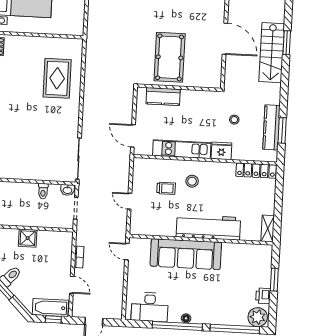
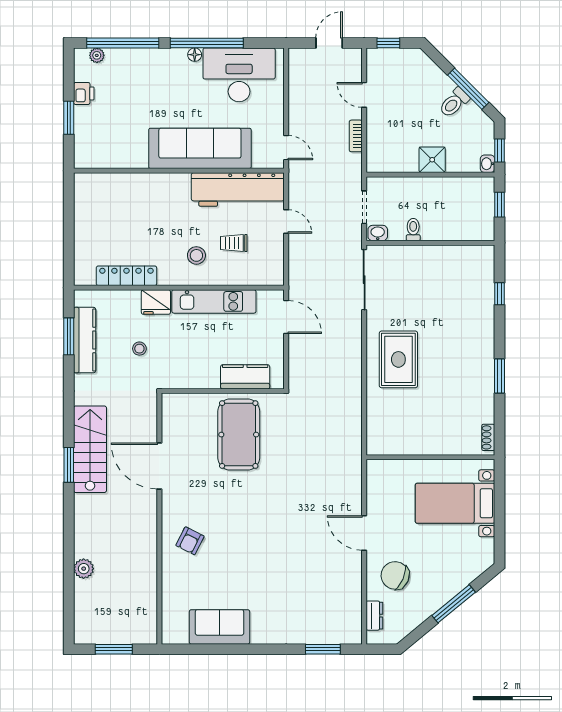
rug: (57, 78) -> (398, 359), moved
locker: (256, 171) -> (126, 276), moved
workbench: (208, 227) -> (238, 190), moved
shelving: (268, 229) -> (82, 192), removed
desk: (150, 307) -> (239, 75), width x1.36, depth x1.30
bathtub: (50, 308) -> (393, 60), removed
plant: (258, 317) -> (97, 55), width x0.53, depth x0.53

